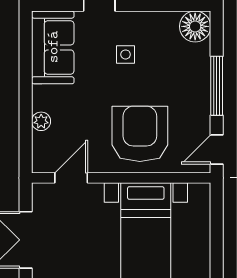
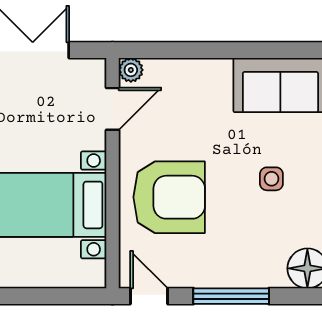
plant: (41, 121) -> (131, 70), moved
door: (71, 178) -> (112, 109), hinge flipped

